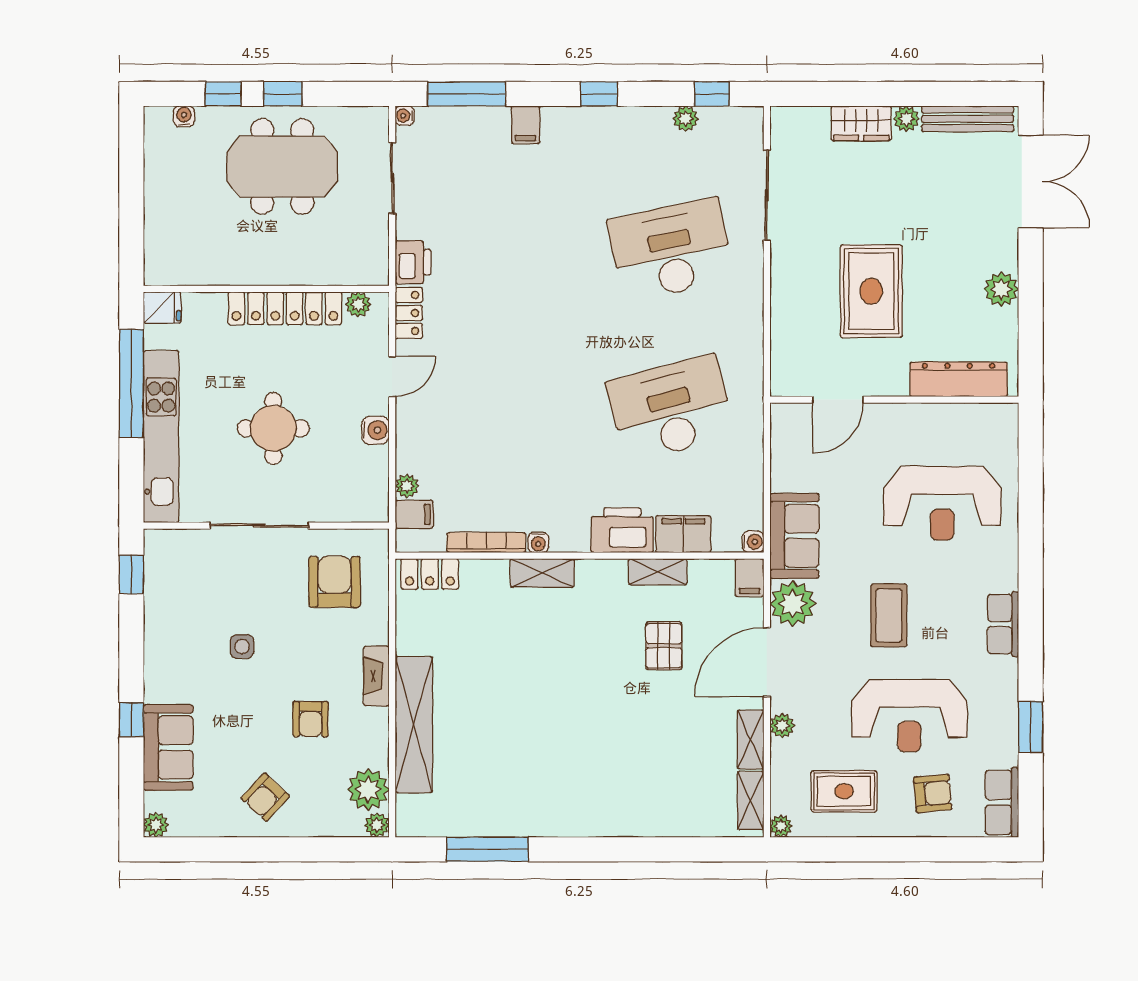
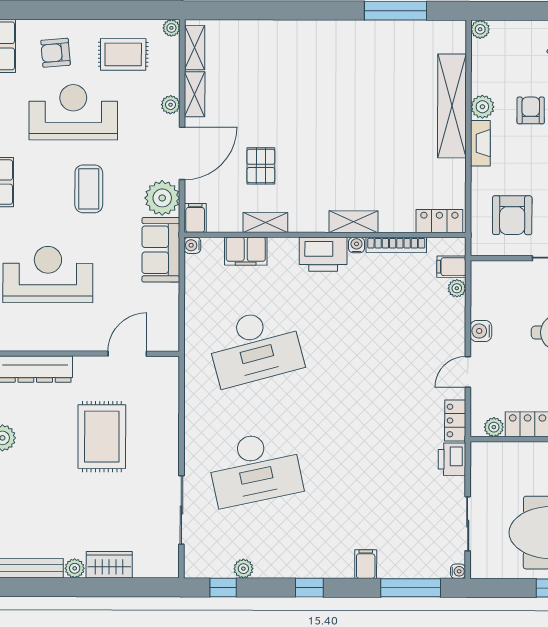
printer: (622, 530) -> (323, 254), moved
plant: (368, 790) -> (482, 107), moved, width x0.73, depth x0.73

